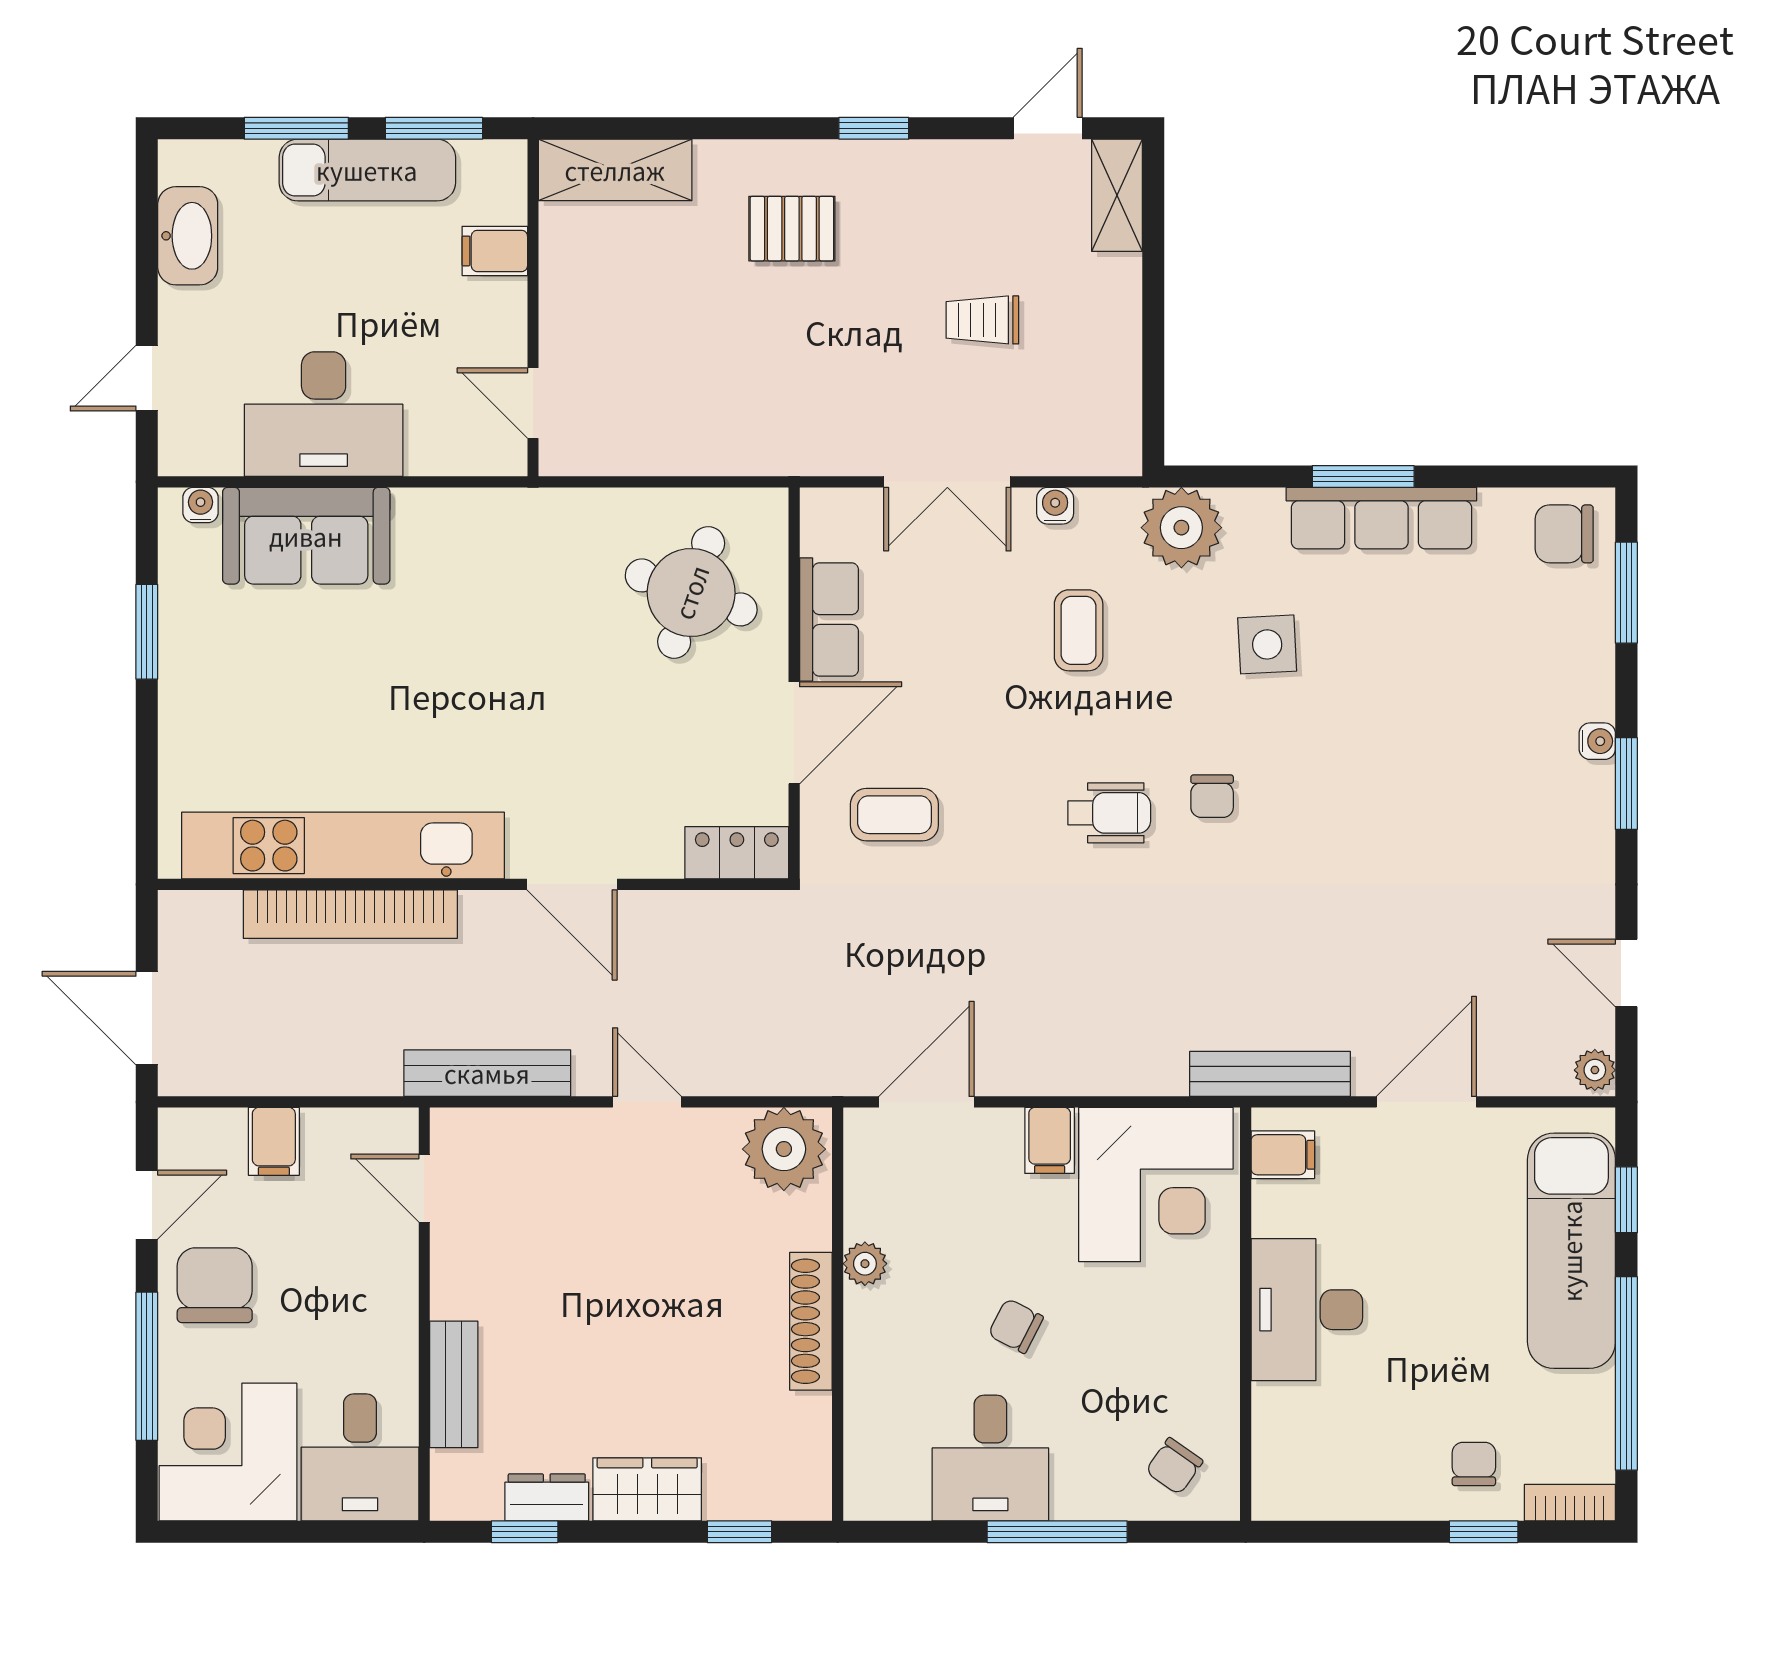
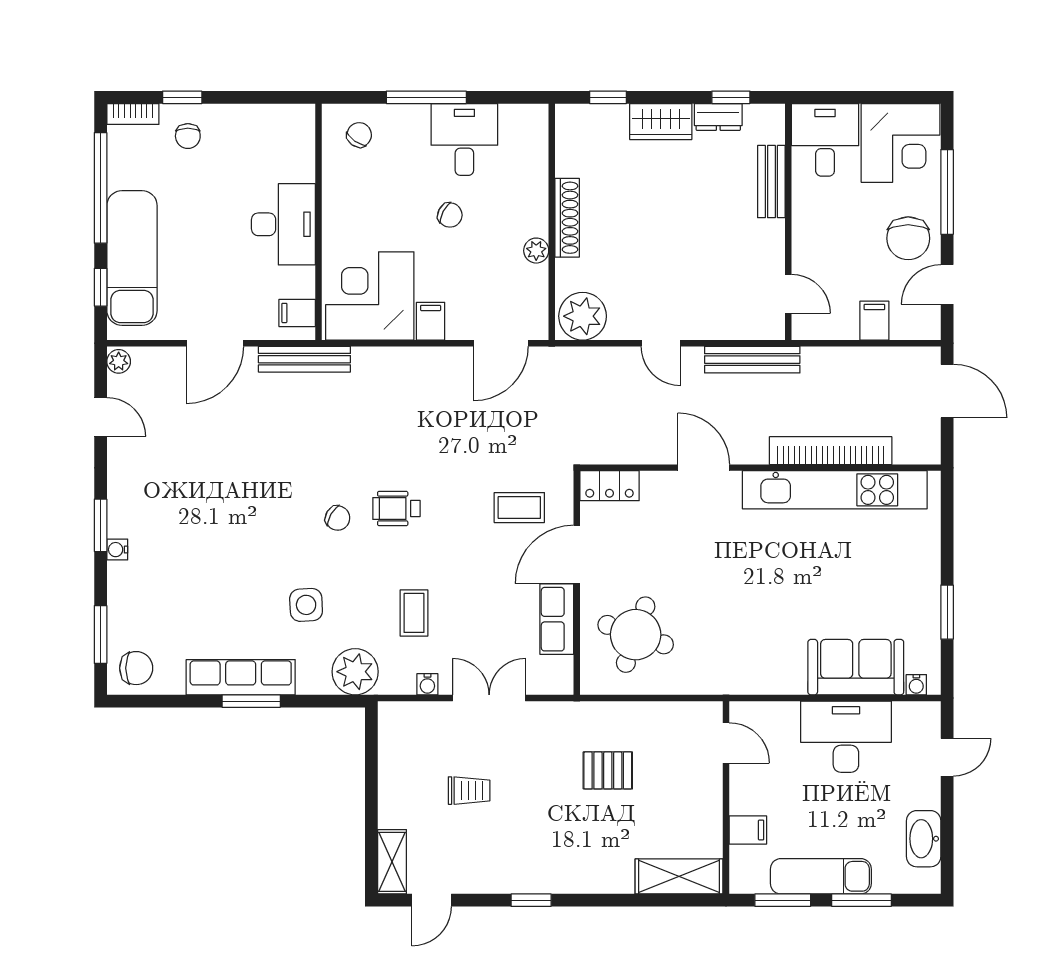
pallet: (792, 229) -> (608, 770), moved
chair: (1212, 796) -> (338, 518), turned 120

